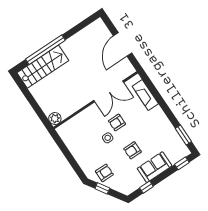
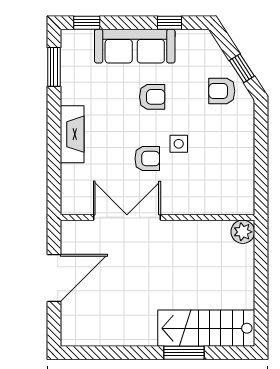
window: (45, 50) -> (184, 353), width x0.47
fireplace: (145, 95) -> (72, 134), moved
sofa: (155, 167) -> (135, 46), width x1.36

